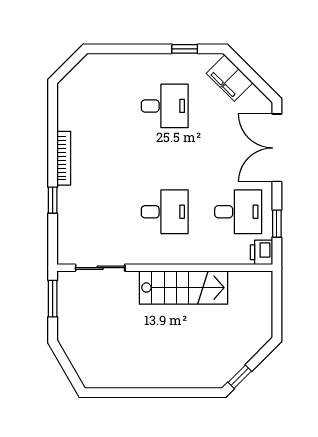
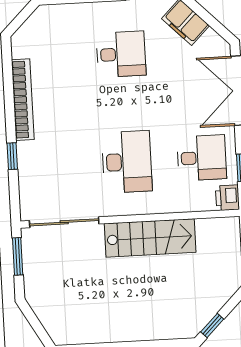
bookcase: (64, 158) -> (23, 100), width x1.48, depth x1.31
desk: (165, 212) -> (127, 162), width x1.37
sliding door: (100, 268) -> (64, 222), width x1.37

